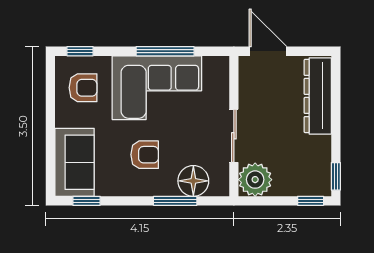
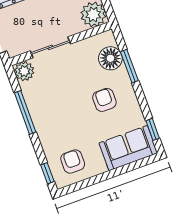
plant: (216, 69) -> (24, 71), added
corner sofa: (157, 88) -> (53, 109), removed
sliding door: (234, 136) -> (50, 47), moved

